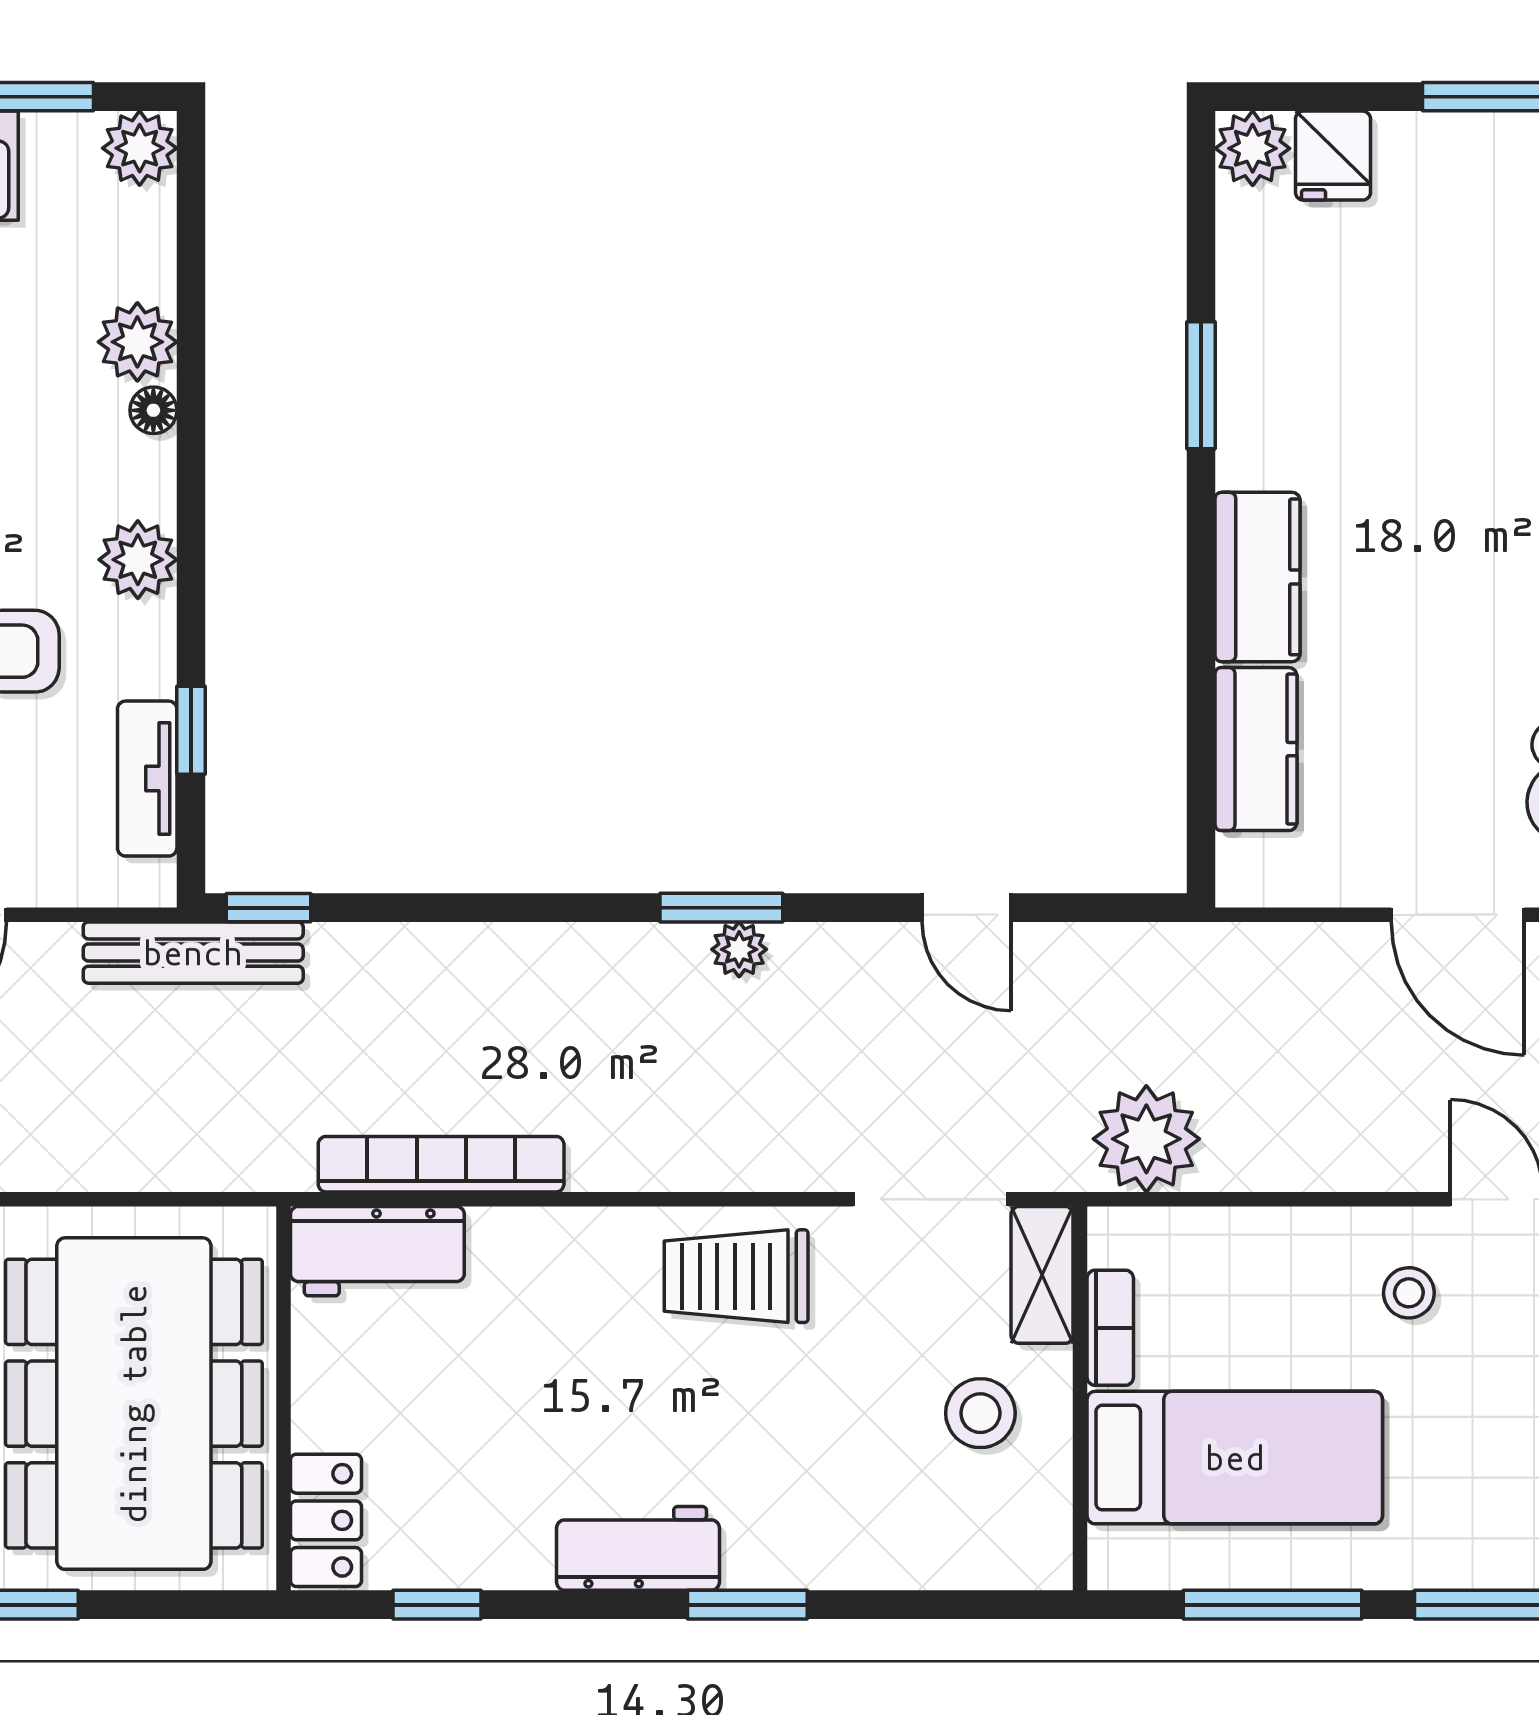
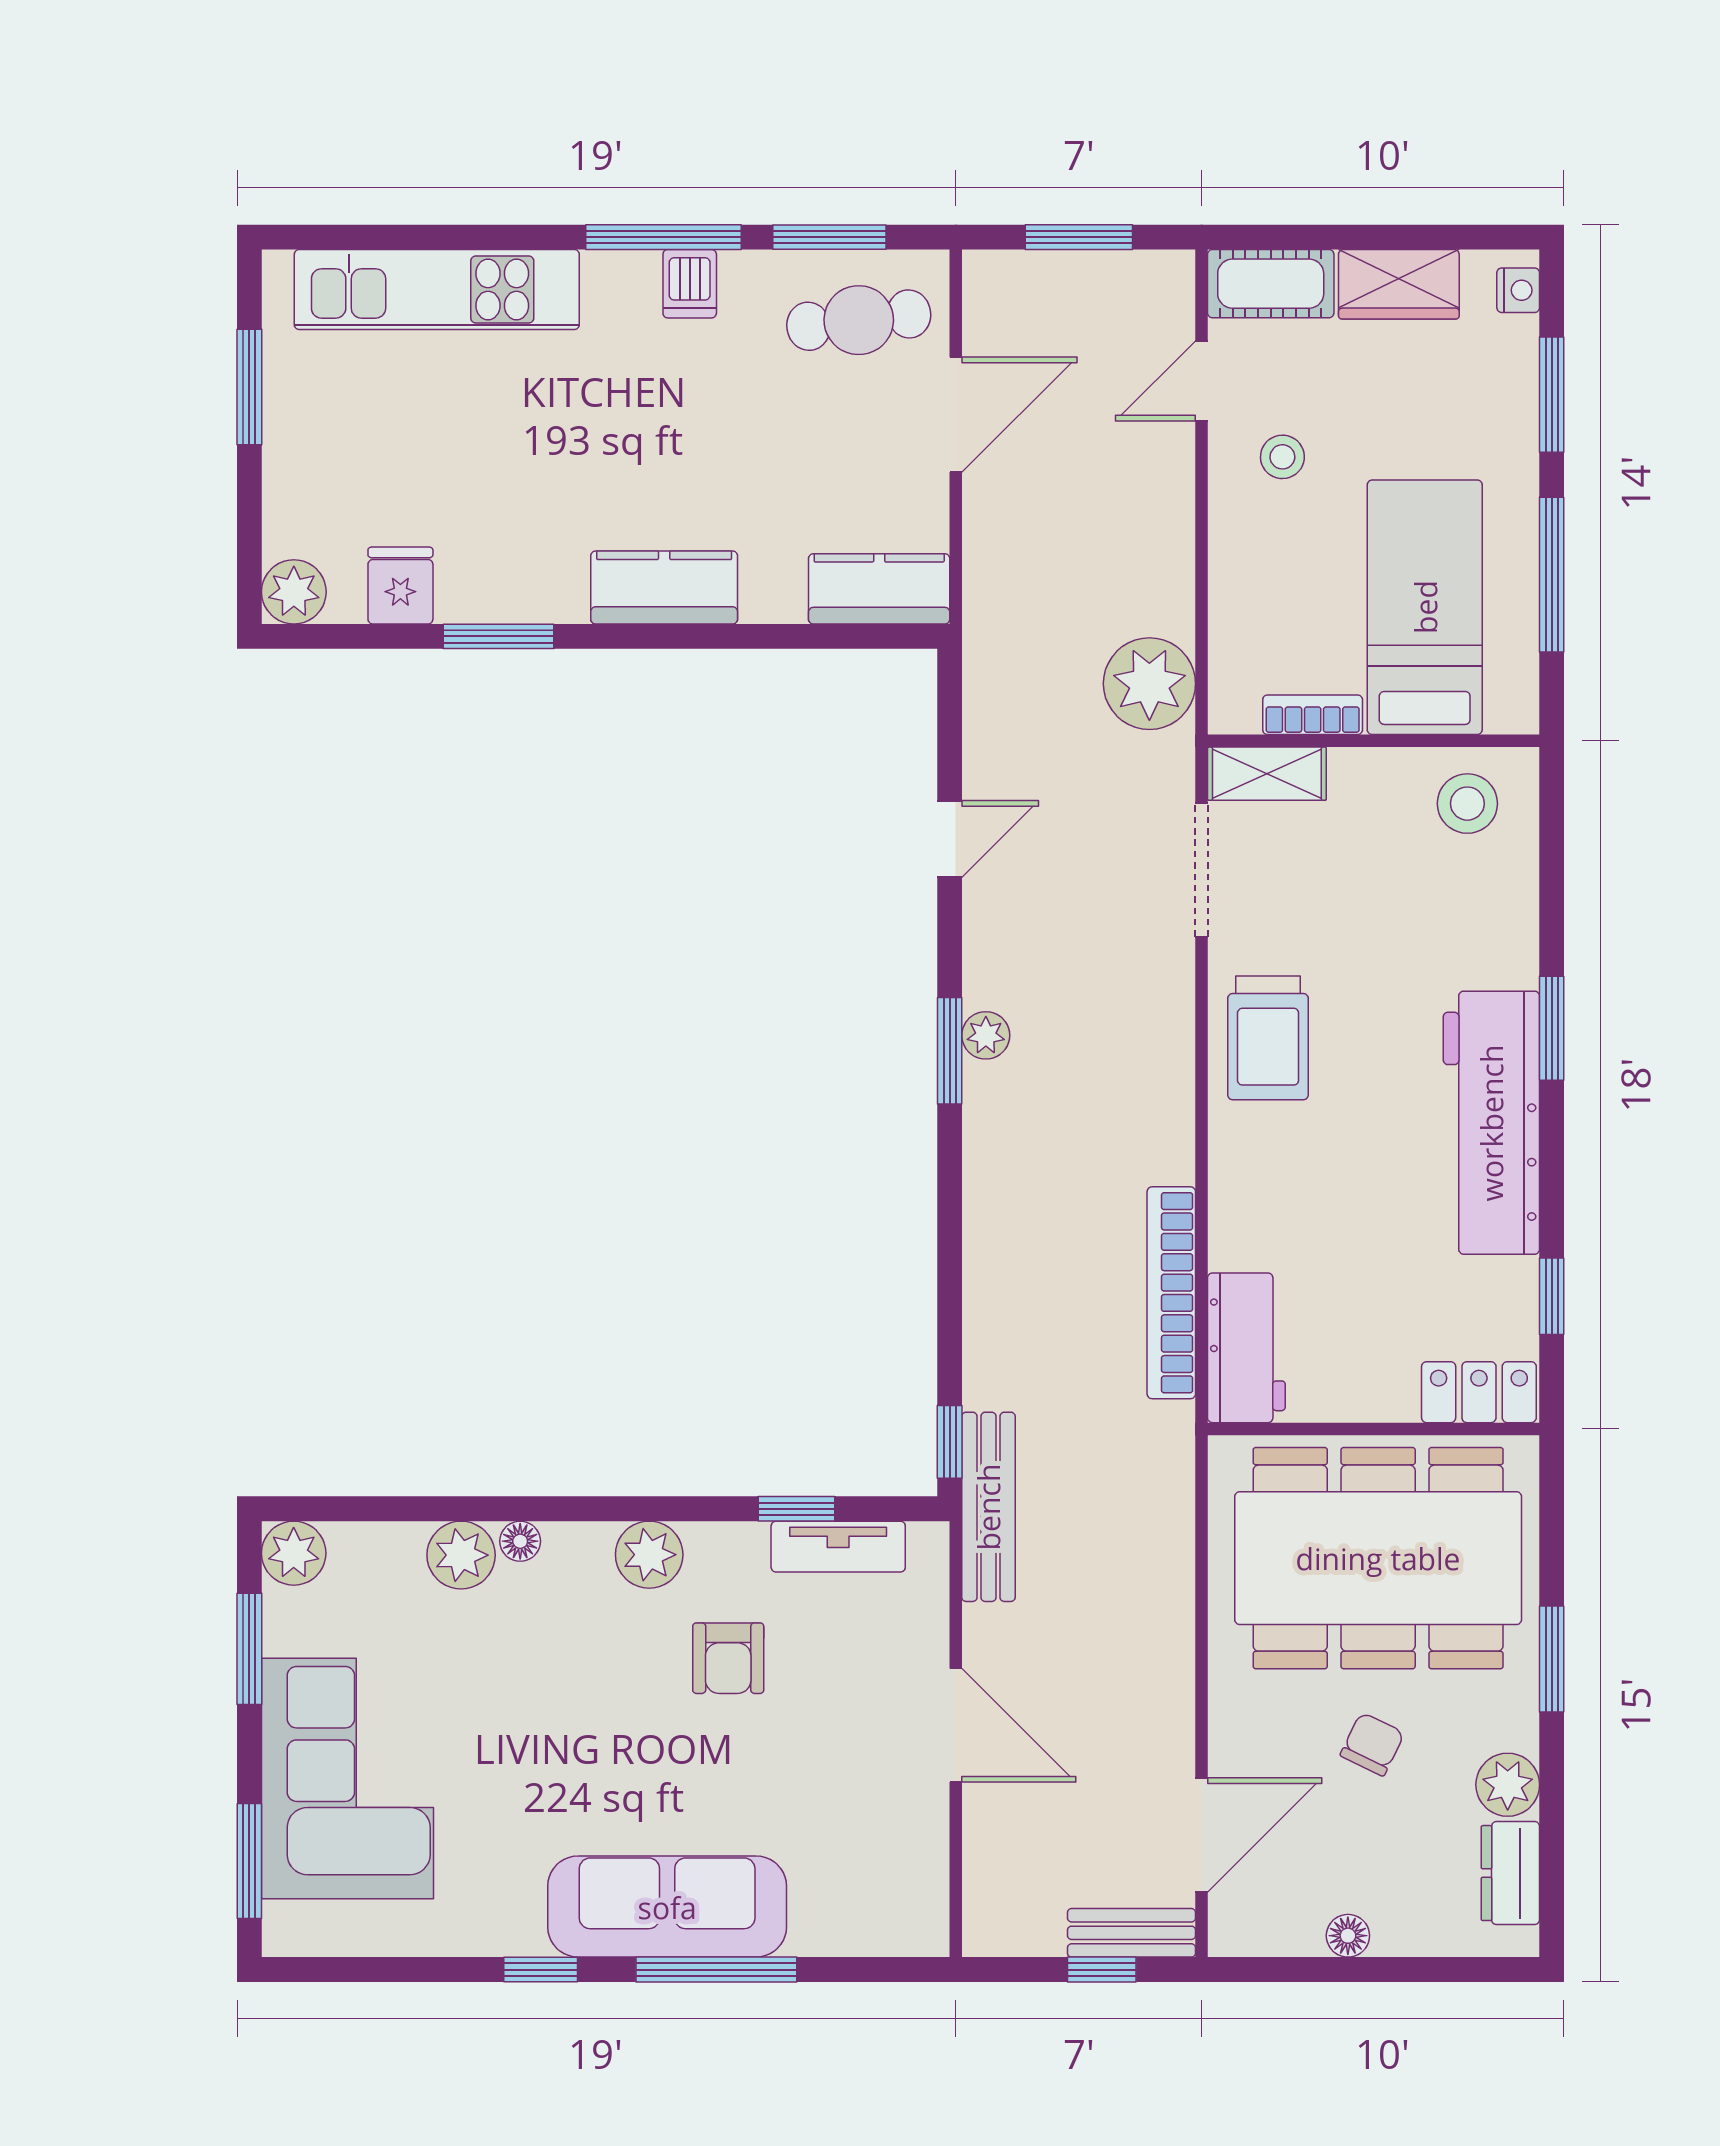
fridge: (1333, 156) -> (400, 586), moved, turned -90
kitchen counter: (1256, 749) -> (879, 589), moved
stool: (980, 1413) -> (1467, 804), moved
workbench: (638, 1548) -> (1491, 1123), width x1.88, depth x1.32

